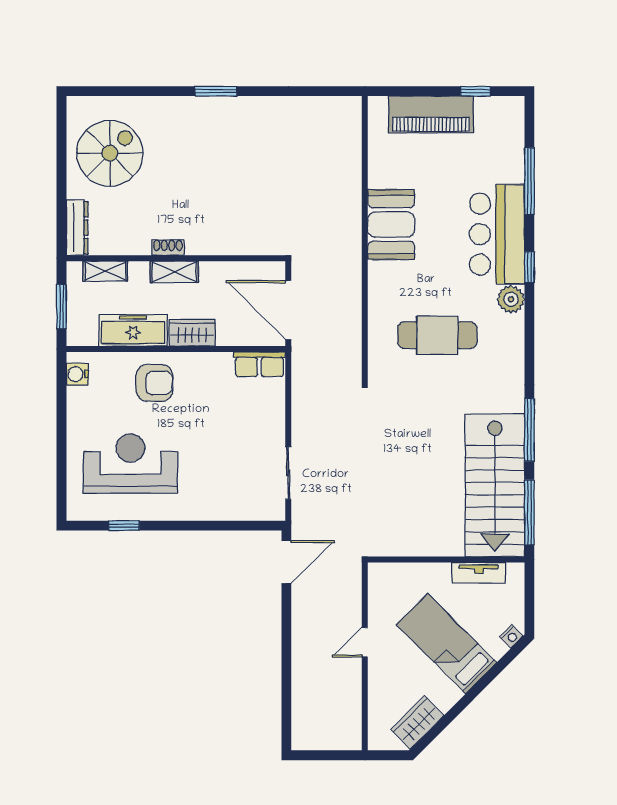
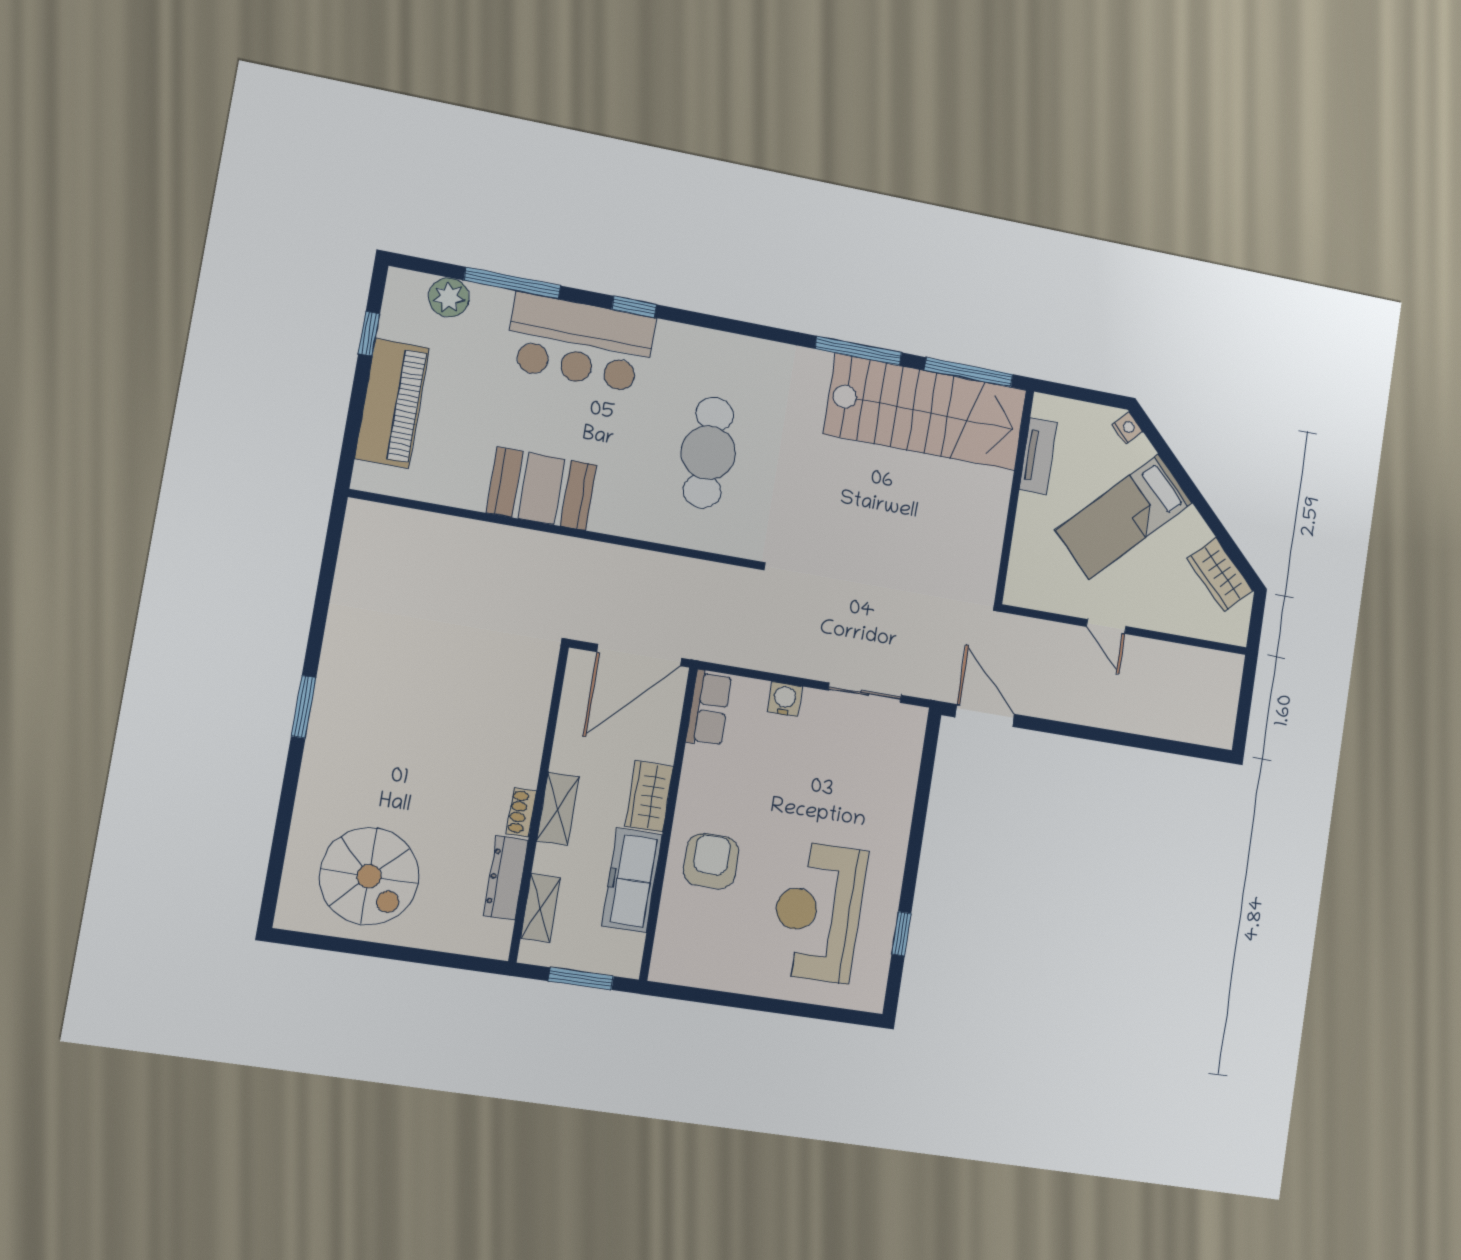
spiral stairs: (110, 153) -> (369, 876), turned 180
dresser: (77, 228) -> (506, 878), moved, turned -90
plant: (511, 299) -> (449, 297), moved
water cooler: (77, 374) -> (785, 699), moved, turned 180

